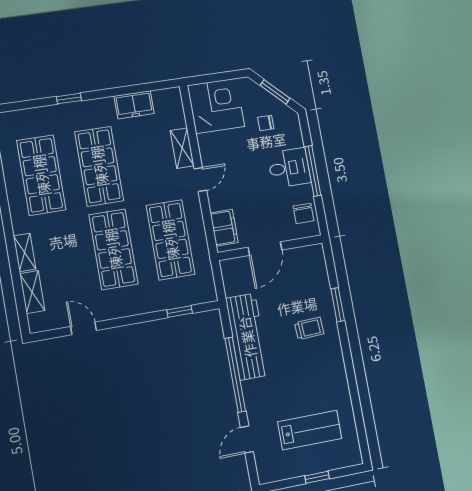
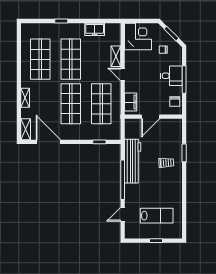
door: (200, 180) -> (123, 74), swing flipped
shelving: (32, 292) -> (26, 129), moved
door: (84, 328) -> (48, 142), width x1.87

